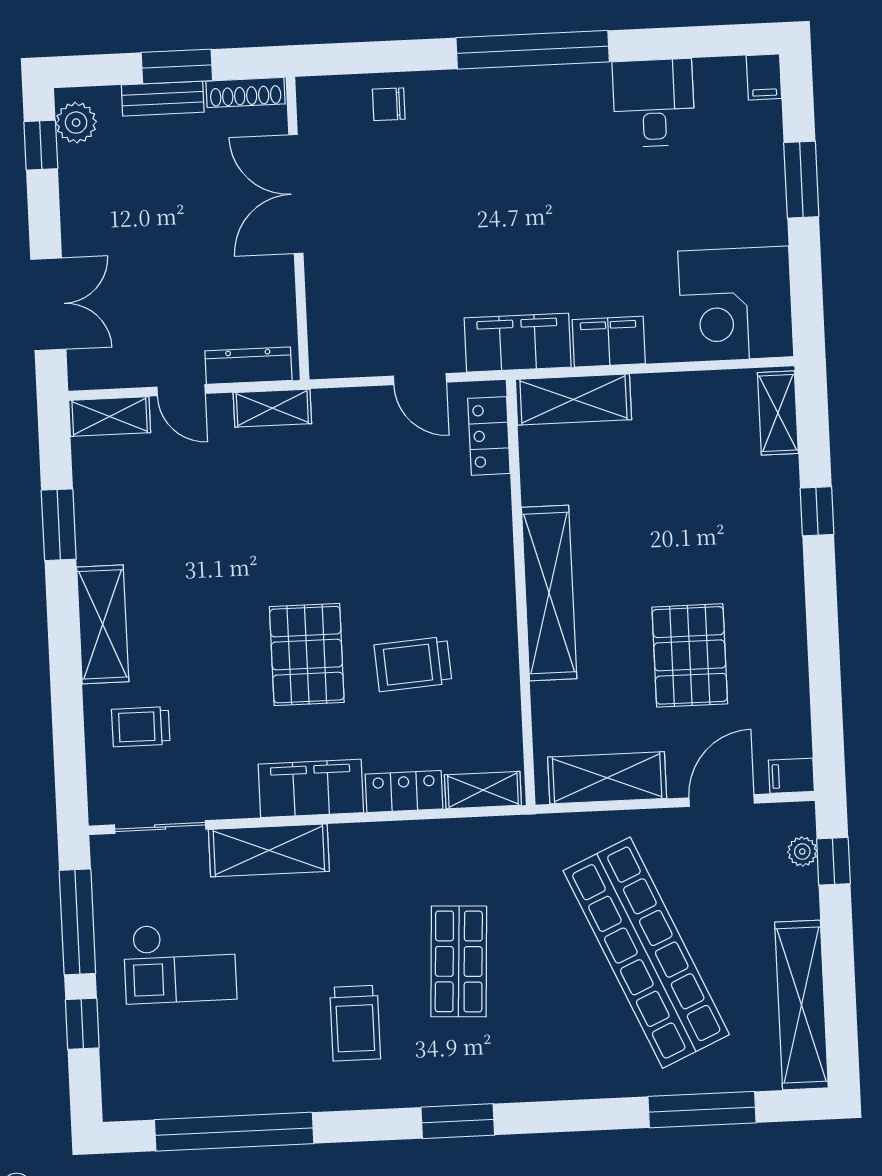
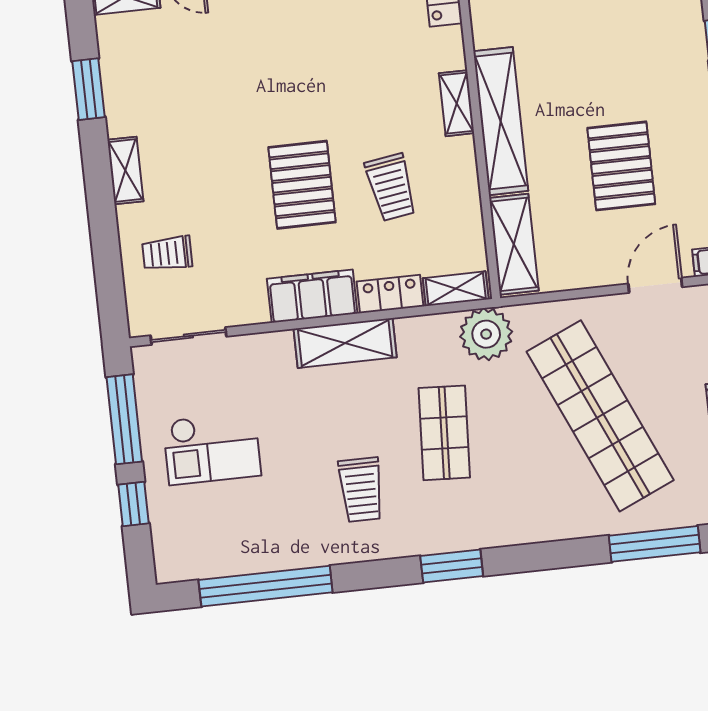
shelving: (498, 568) -> (457, 103), added
shelving: (103, 624) -> (125, 171), width x0.67, depth x0.75
trolley: (413, 664) -> (391, 187), turned -95
shelving: (607, 778) -> (514, 244), moved, turned 90
plant: (516, 847) -> (486, 334), added
shelving: (269, 850) -> (345, 343), moved

